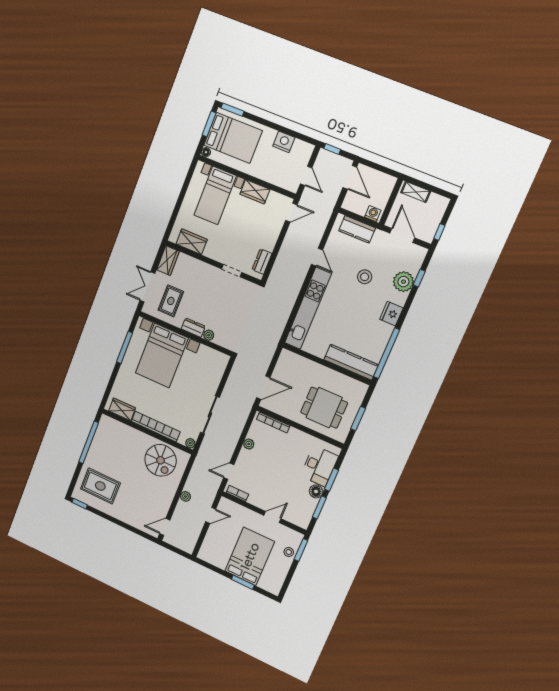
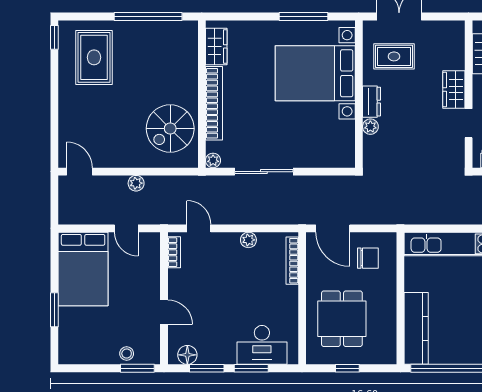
wardrobe: (168, 261) -> (454, 89), moved, turned 90
chair: (292, 374) -> (368, 258), added
window: (358, 419) -> (347, 368), width x0.67
floor lamp: (316, 491) -> (187, 355), moved
bed: (250, 556) -> (83, 269), moved, turned 90

